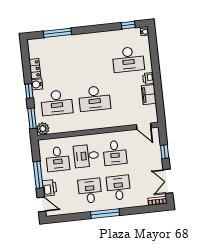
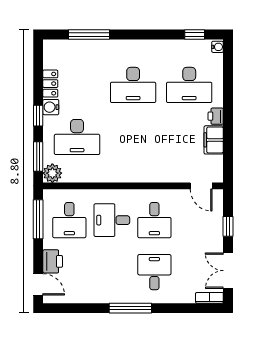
desk: (94, 98) -> (133, 85), moved
window: (38, 175) -> (38, 219), moved
desk: (90, 191) -> (112, 272), removed

